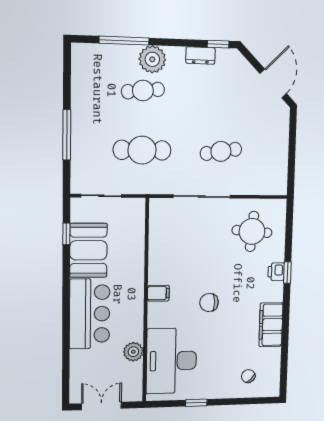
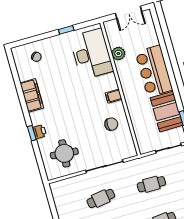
cafe table: (142, 150) -> (151, 184), width x0.73, depth x0.74
chair: (209, 303) -> (111, 124), moved

